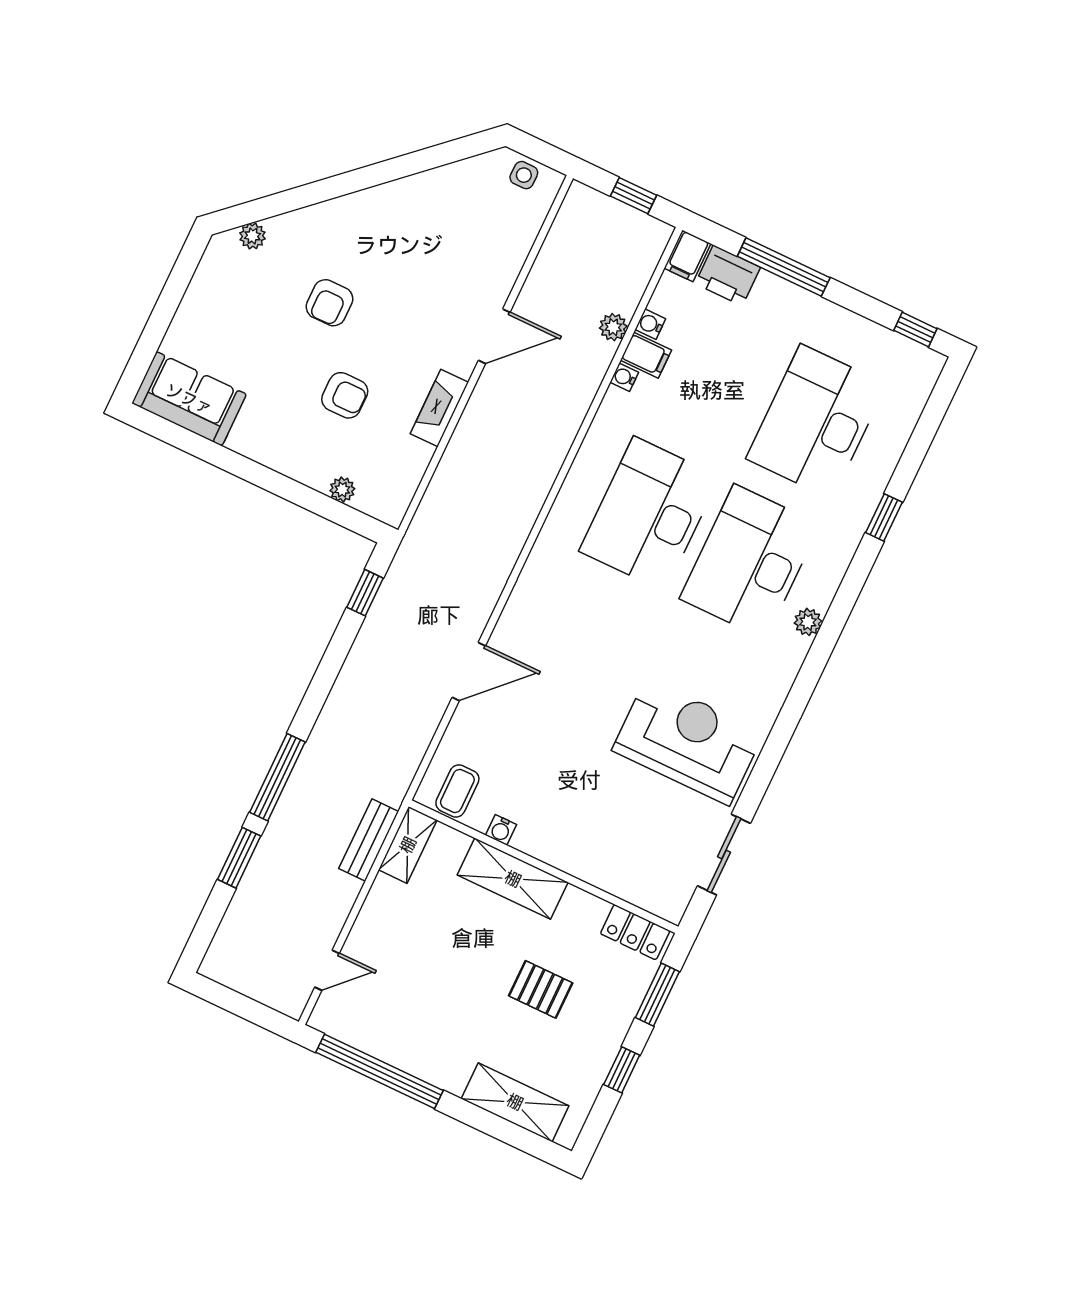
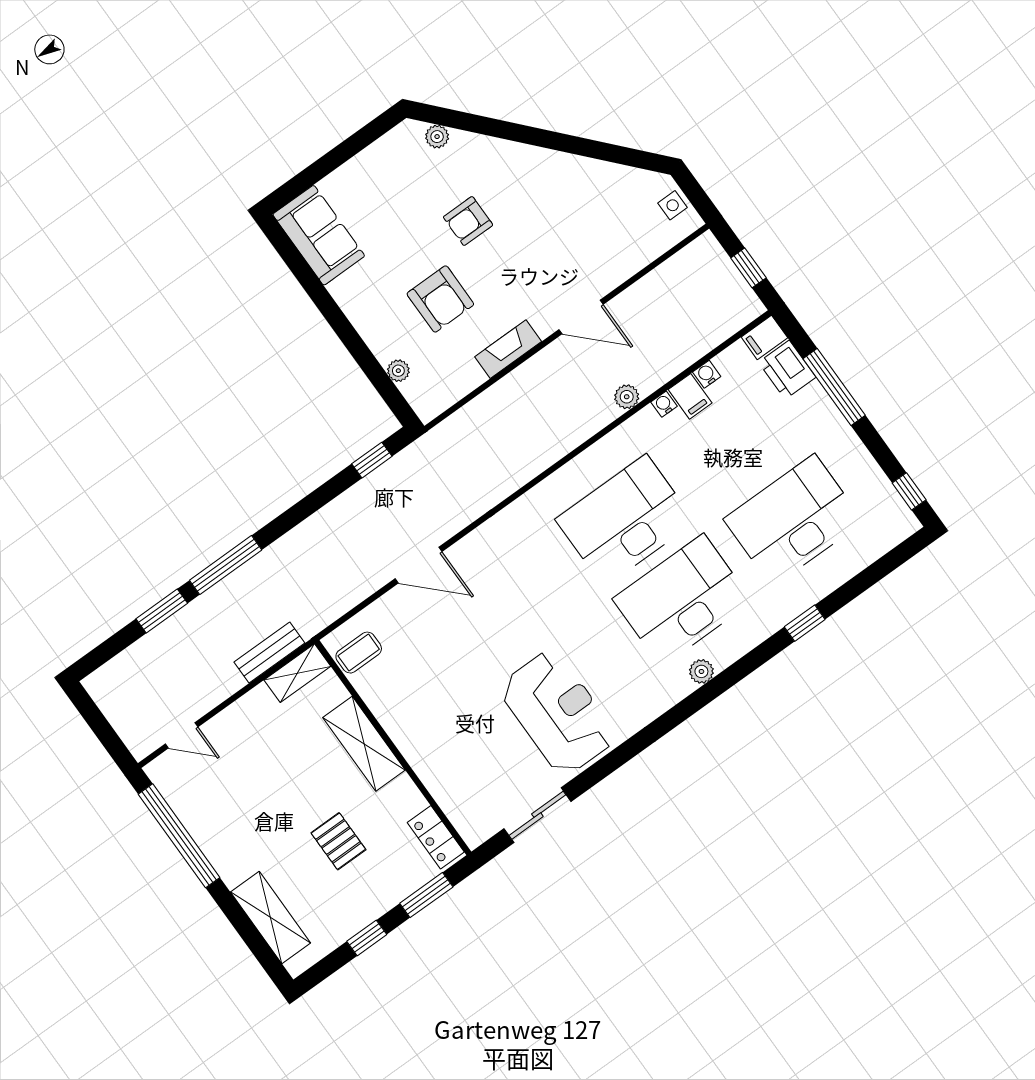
plant: (613, 327) -> (627, 397), moved
armchair: (345, 395) -> (440, 299), width x1.38, depth x1.38
water cooler: (501, 830) -> (376, 701), removed

